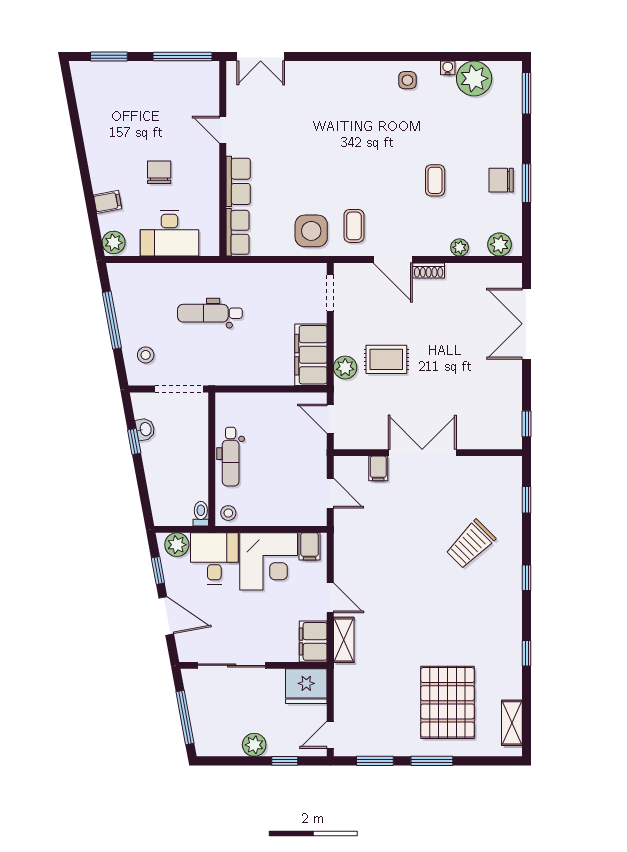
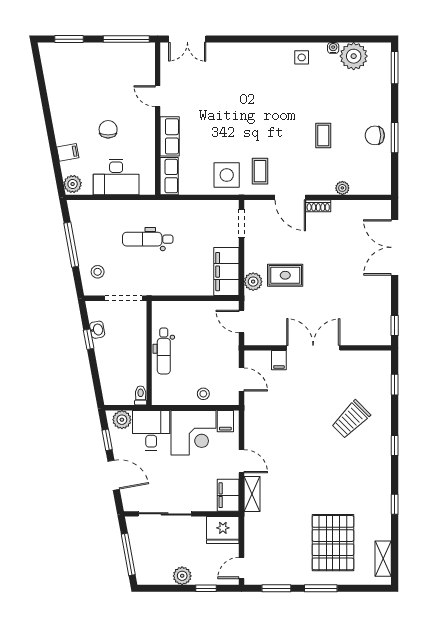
plant: (500, 244) -> (374, 186), removed
stool: (228, 513) -> (203, 394), moved

